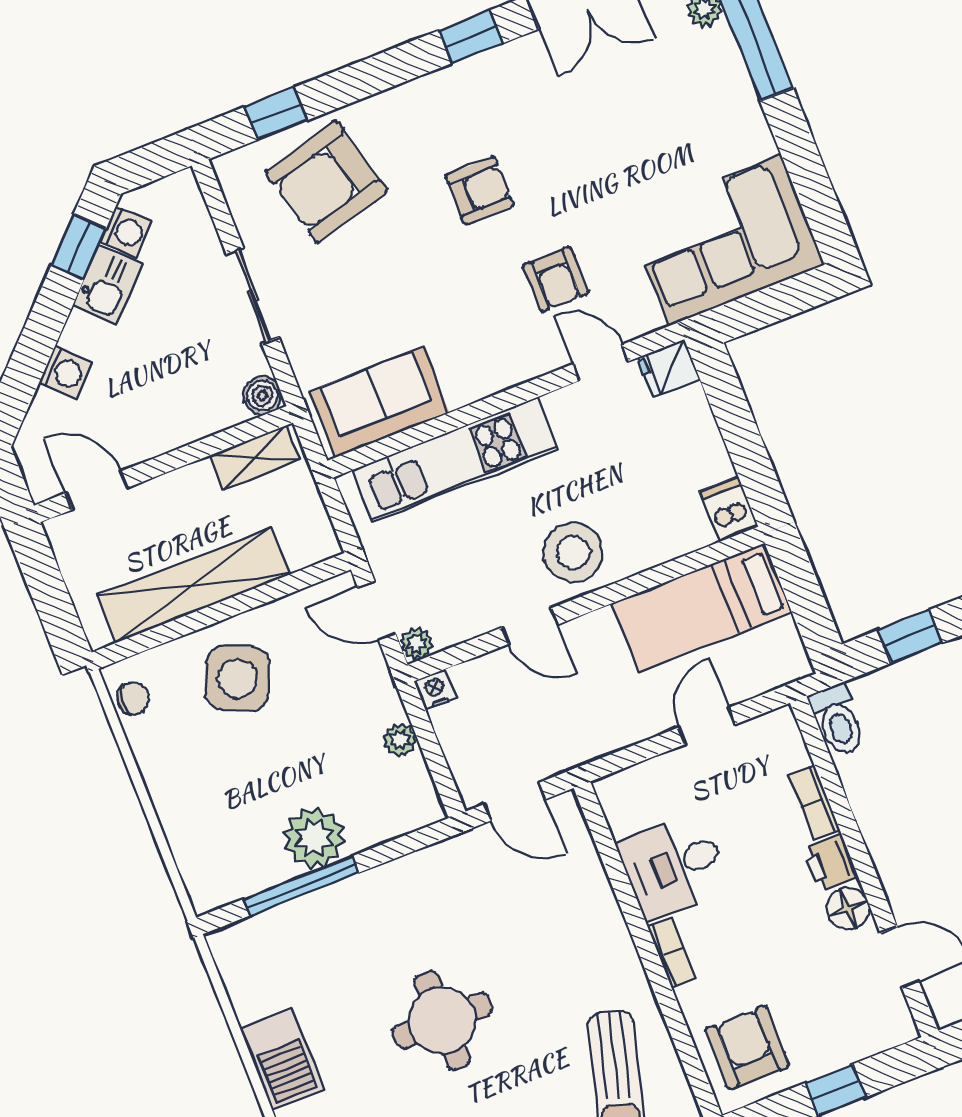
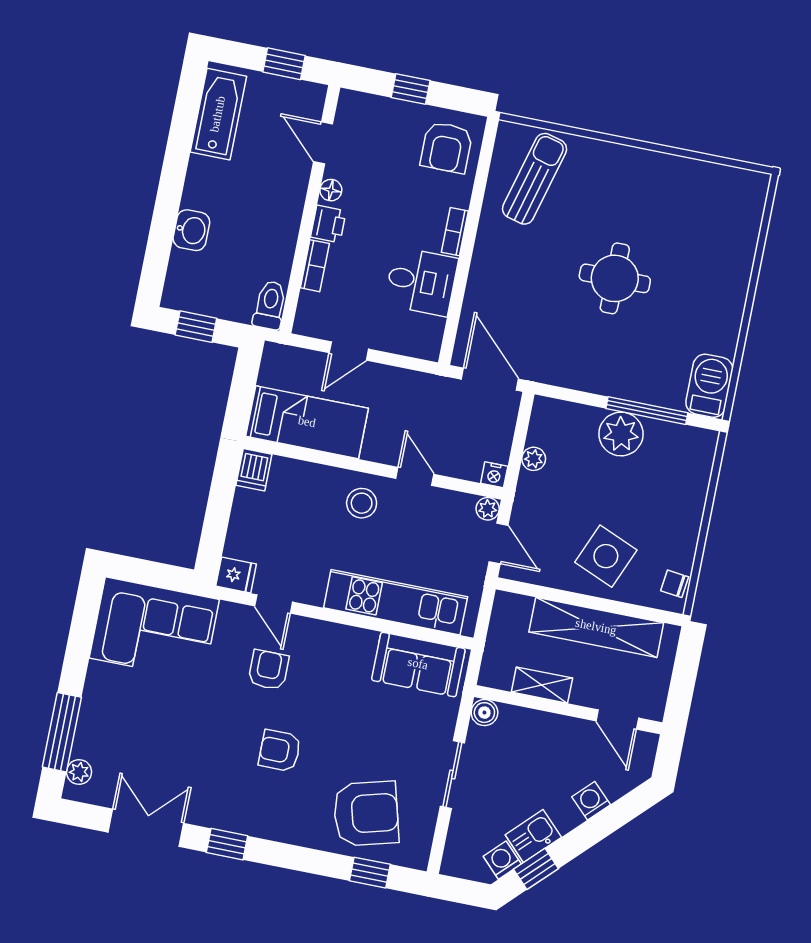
shelving: (255, 458) -> (542, 685), moved
stool: (573, 553) -> (362, 503), width x0.73, depth x0.73
door: (515, 802) -> (490, 379), width x1.38
floor lamp: (848, 908) -> (331, 190), width x0.73, depth x0.73
barbecue: (282, 1059) -> (709, 386), moved

